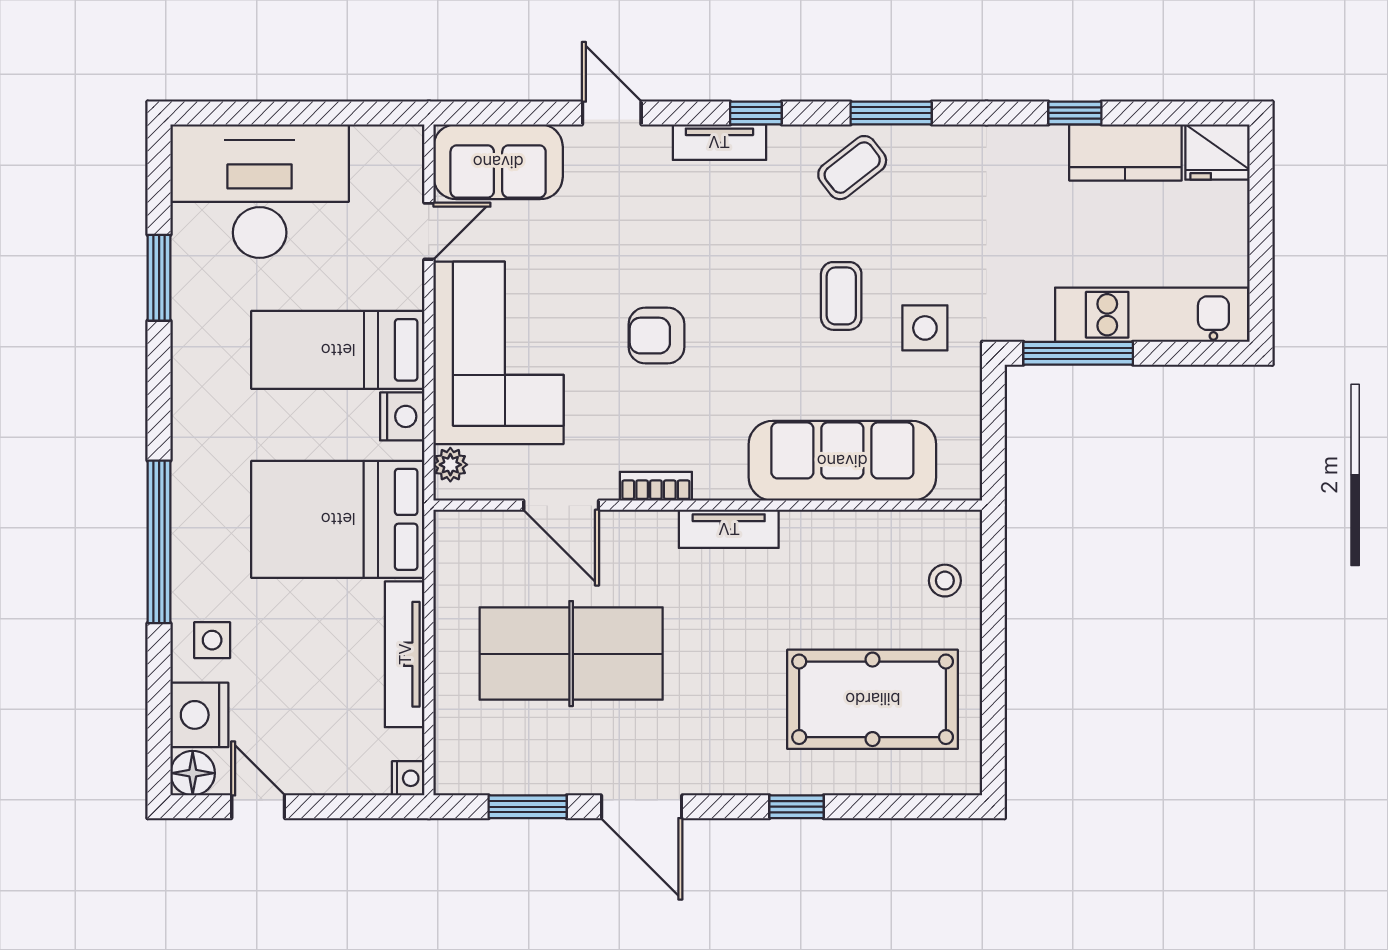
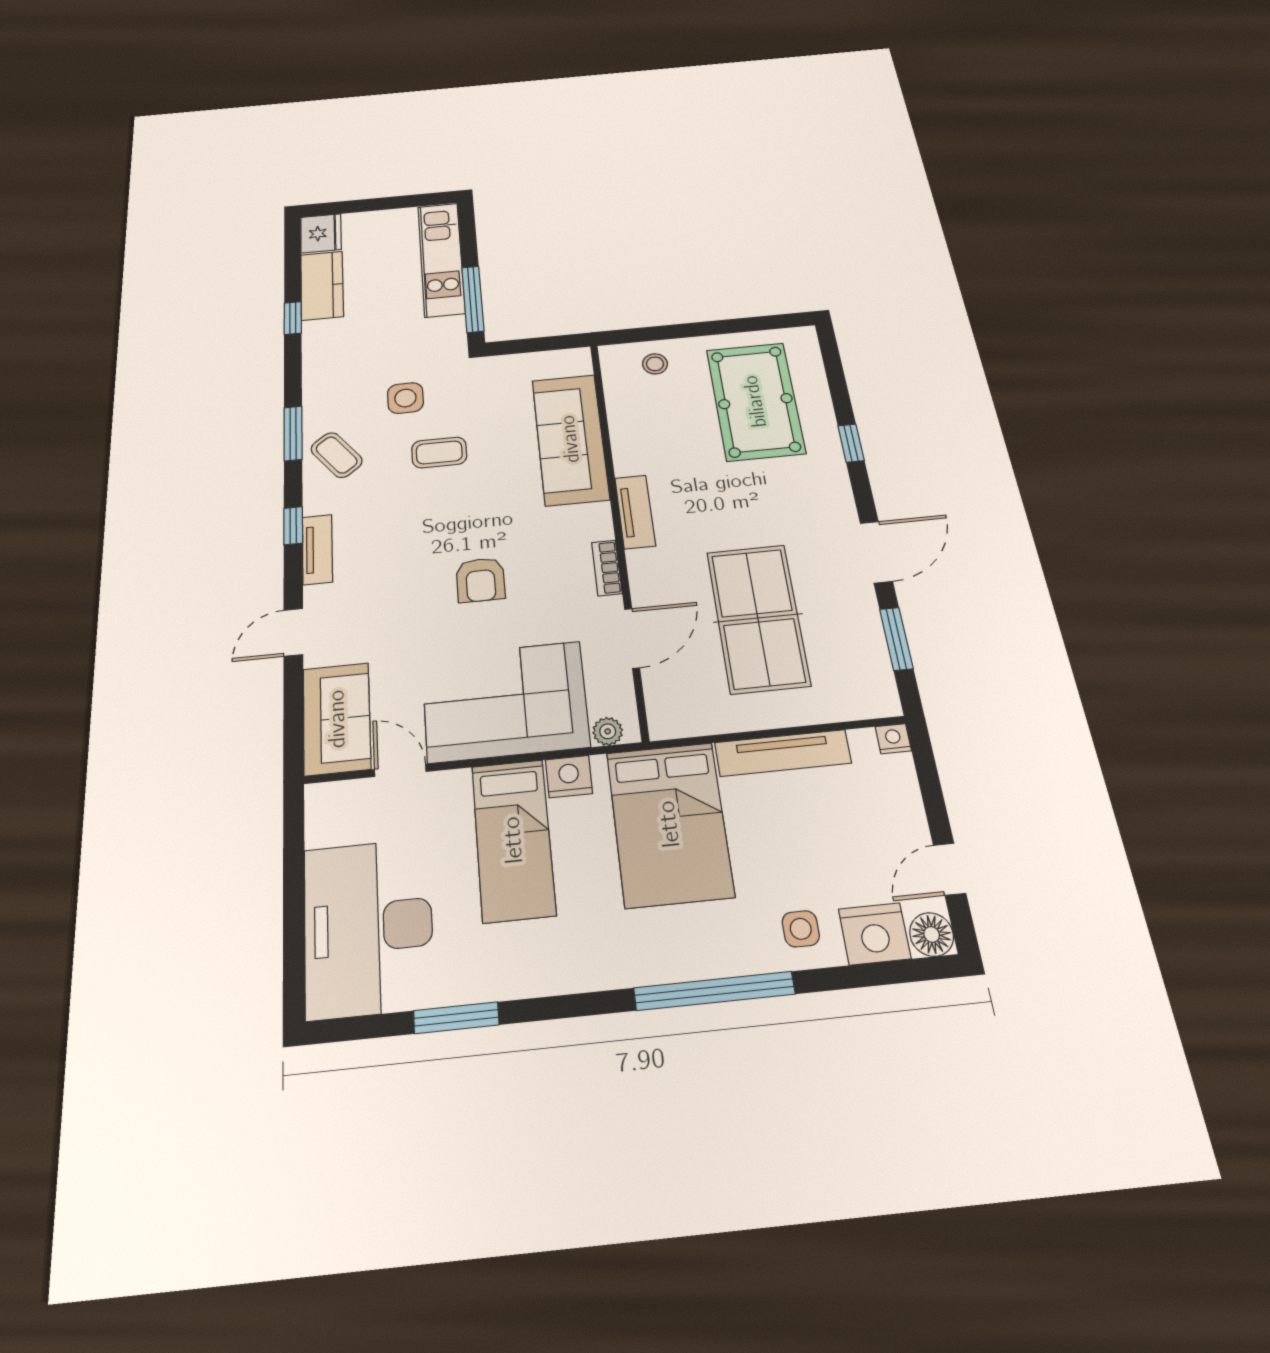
side table: (925, 328) -> (405, 398), moved

